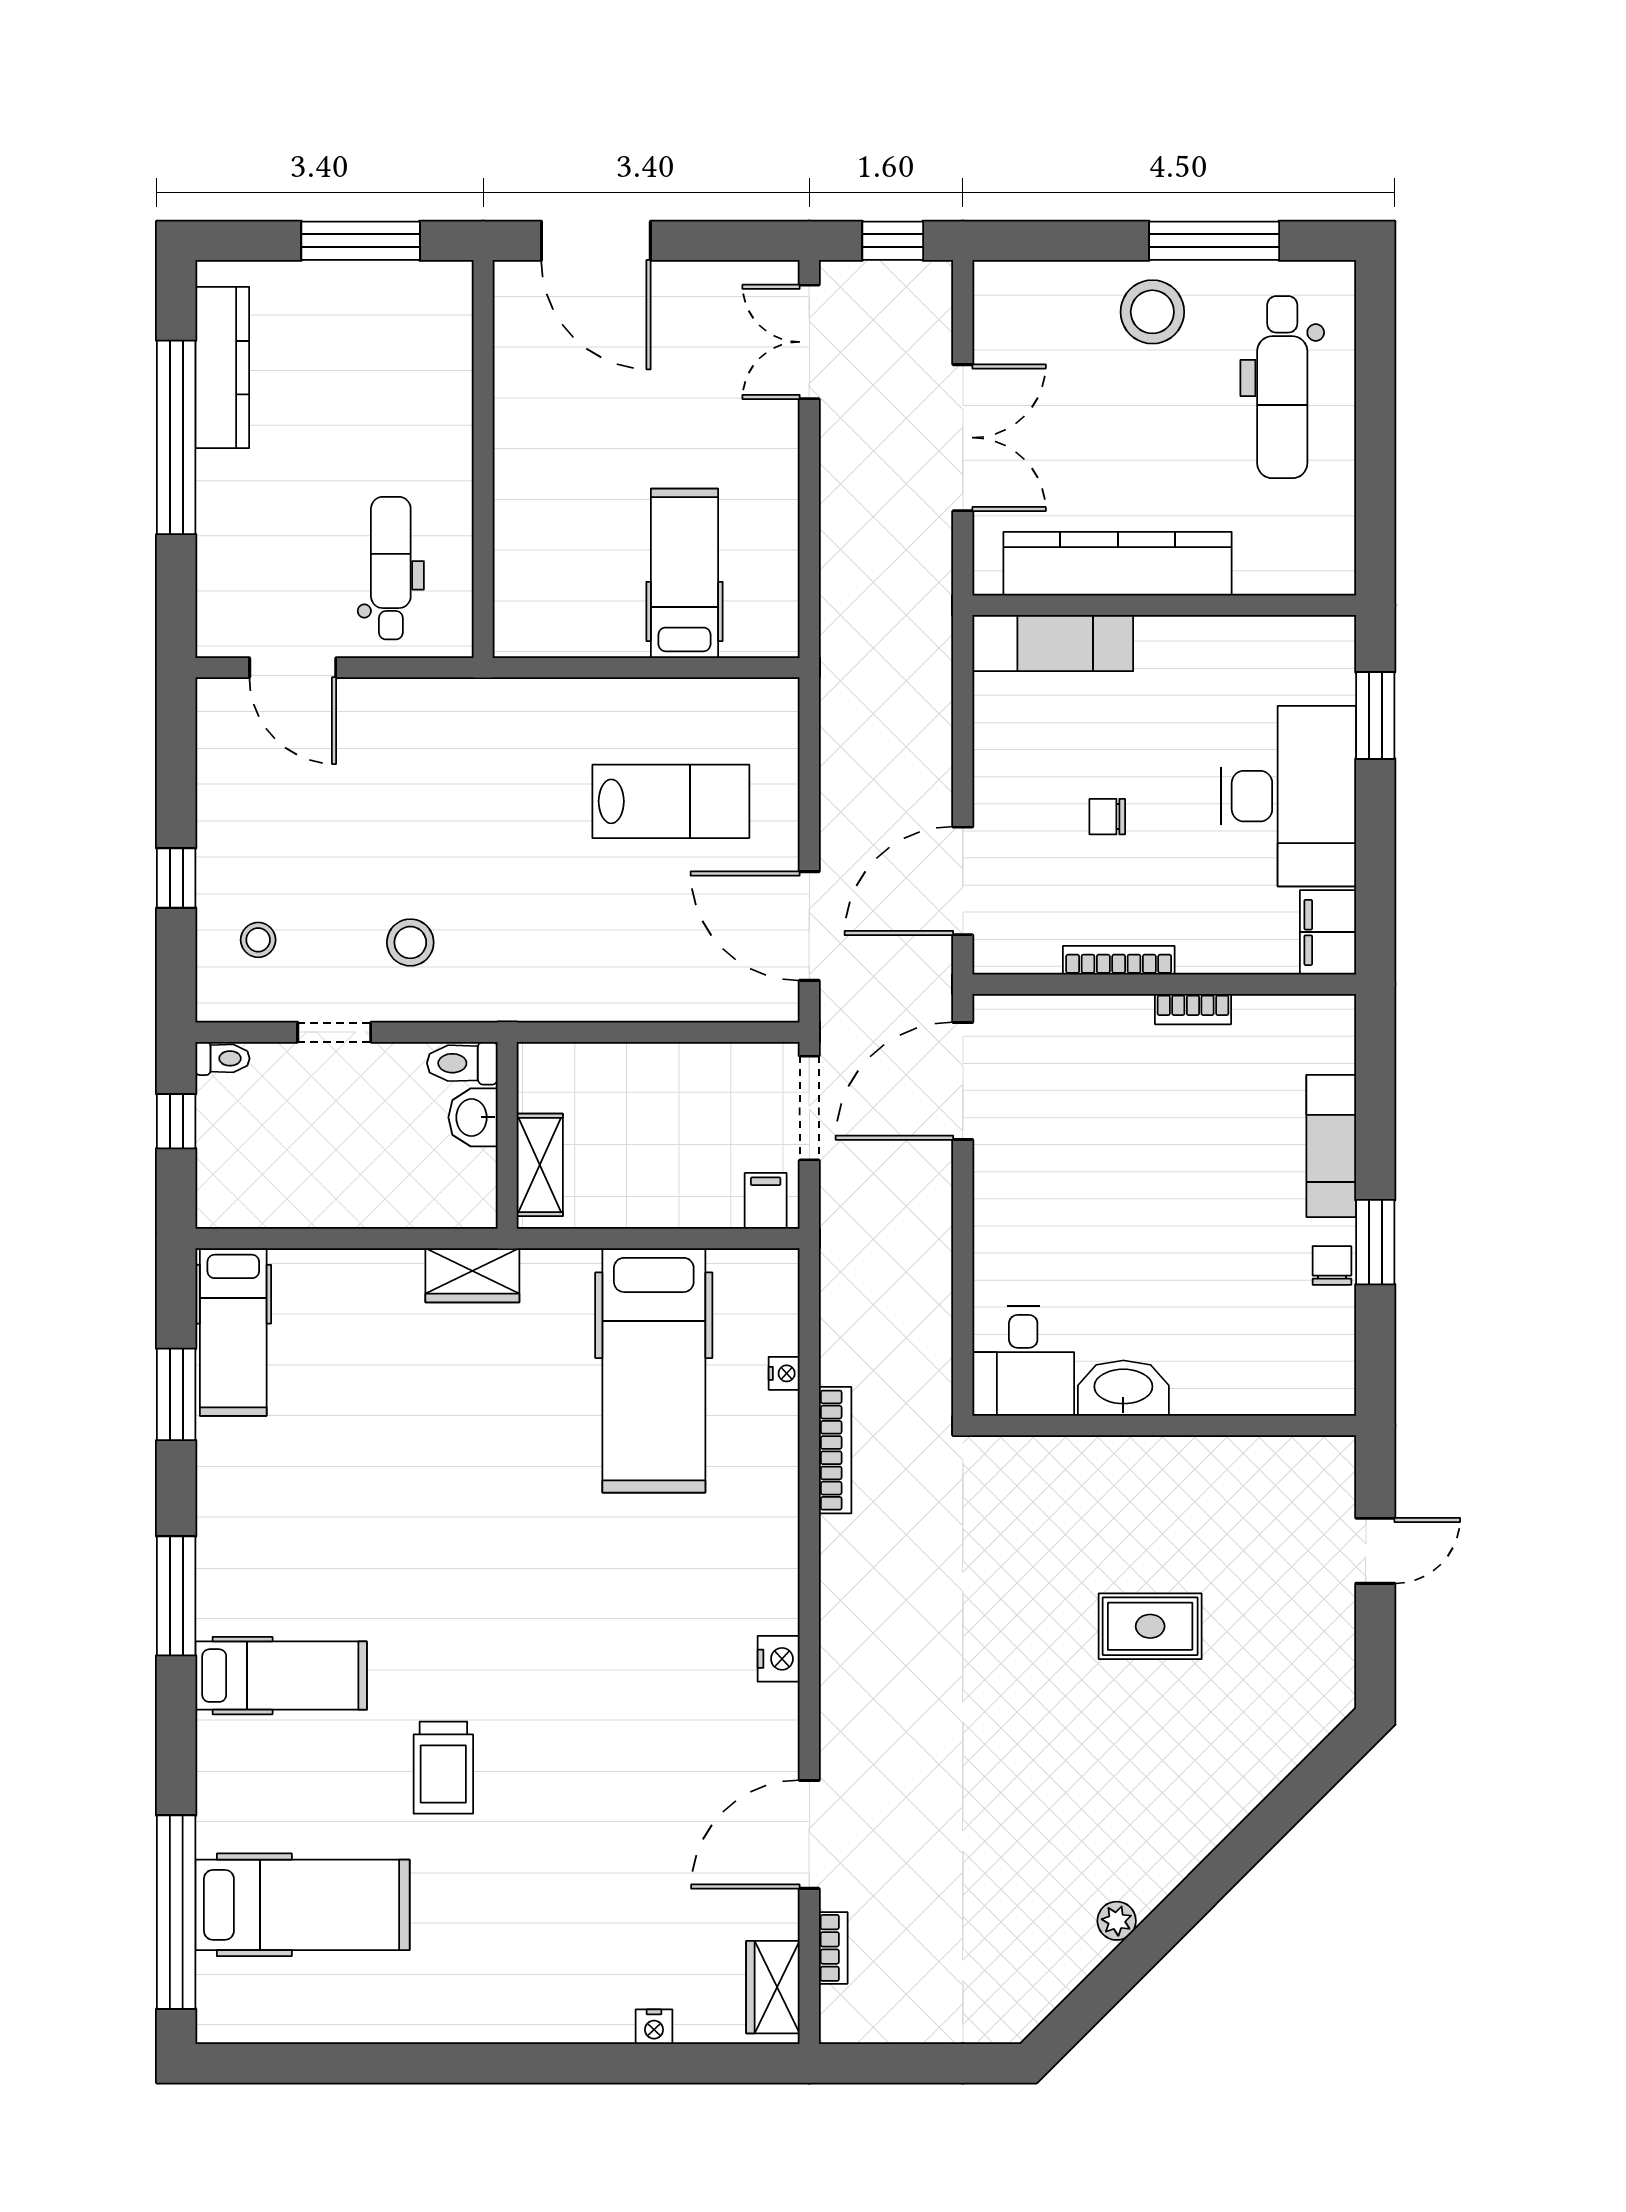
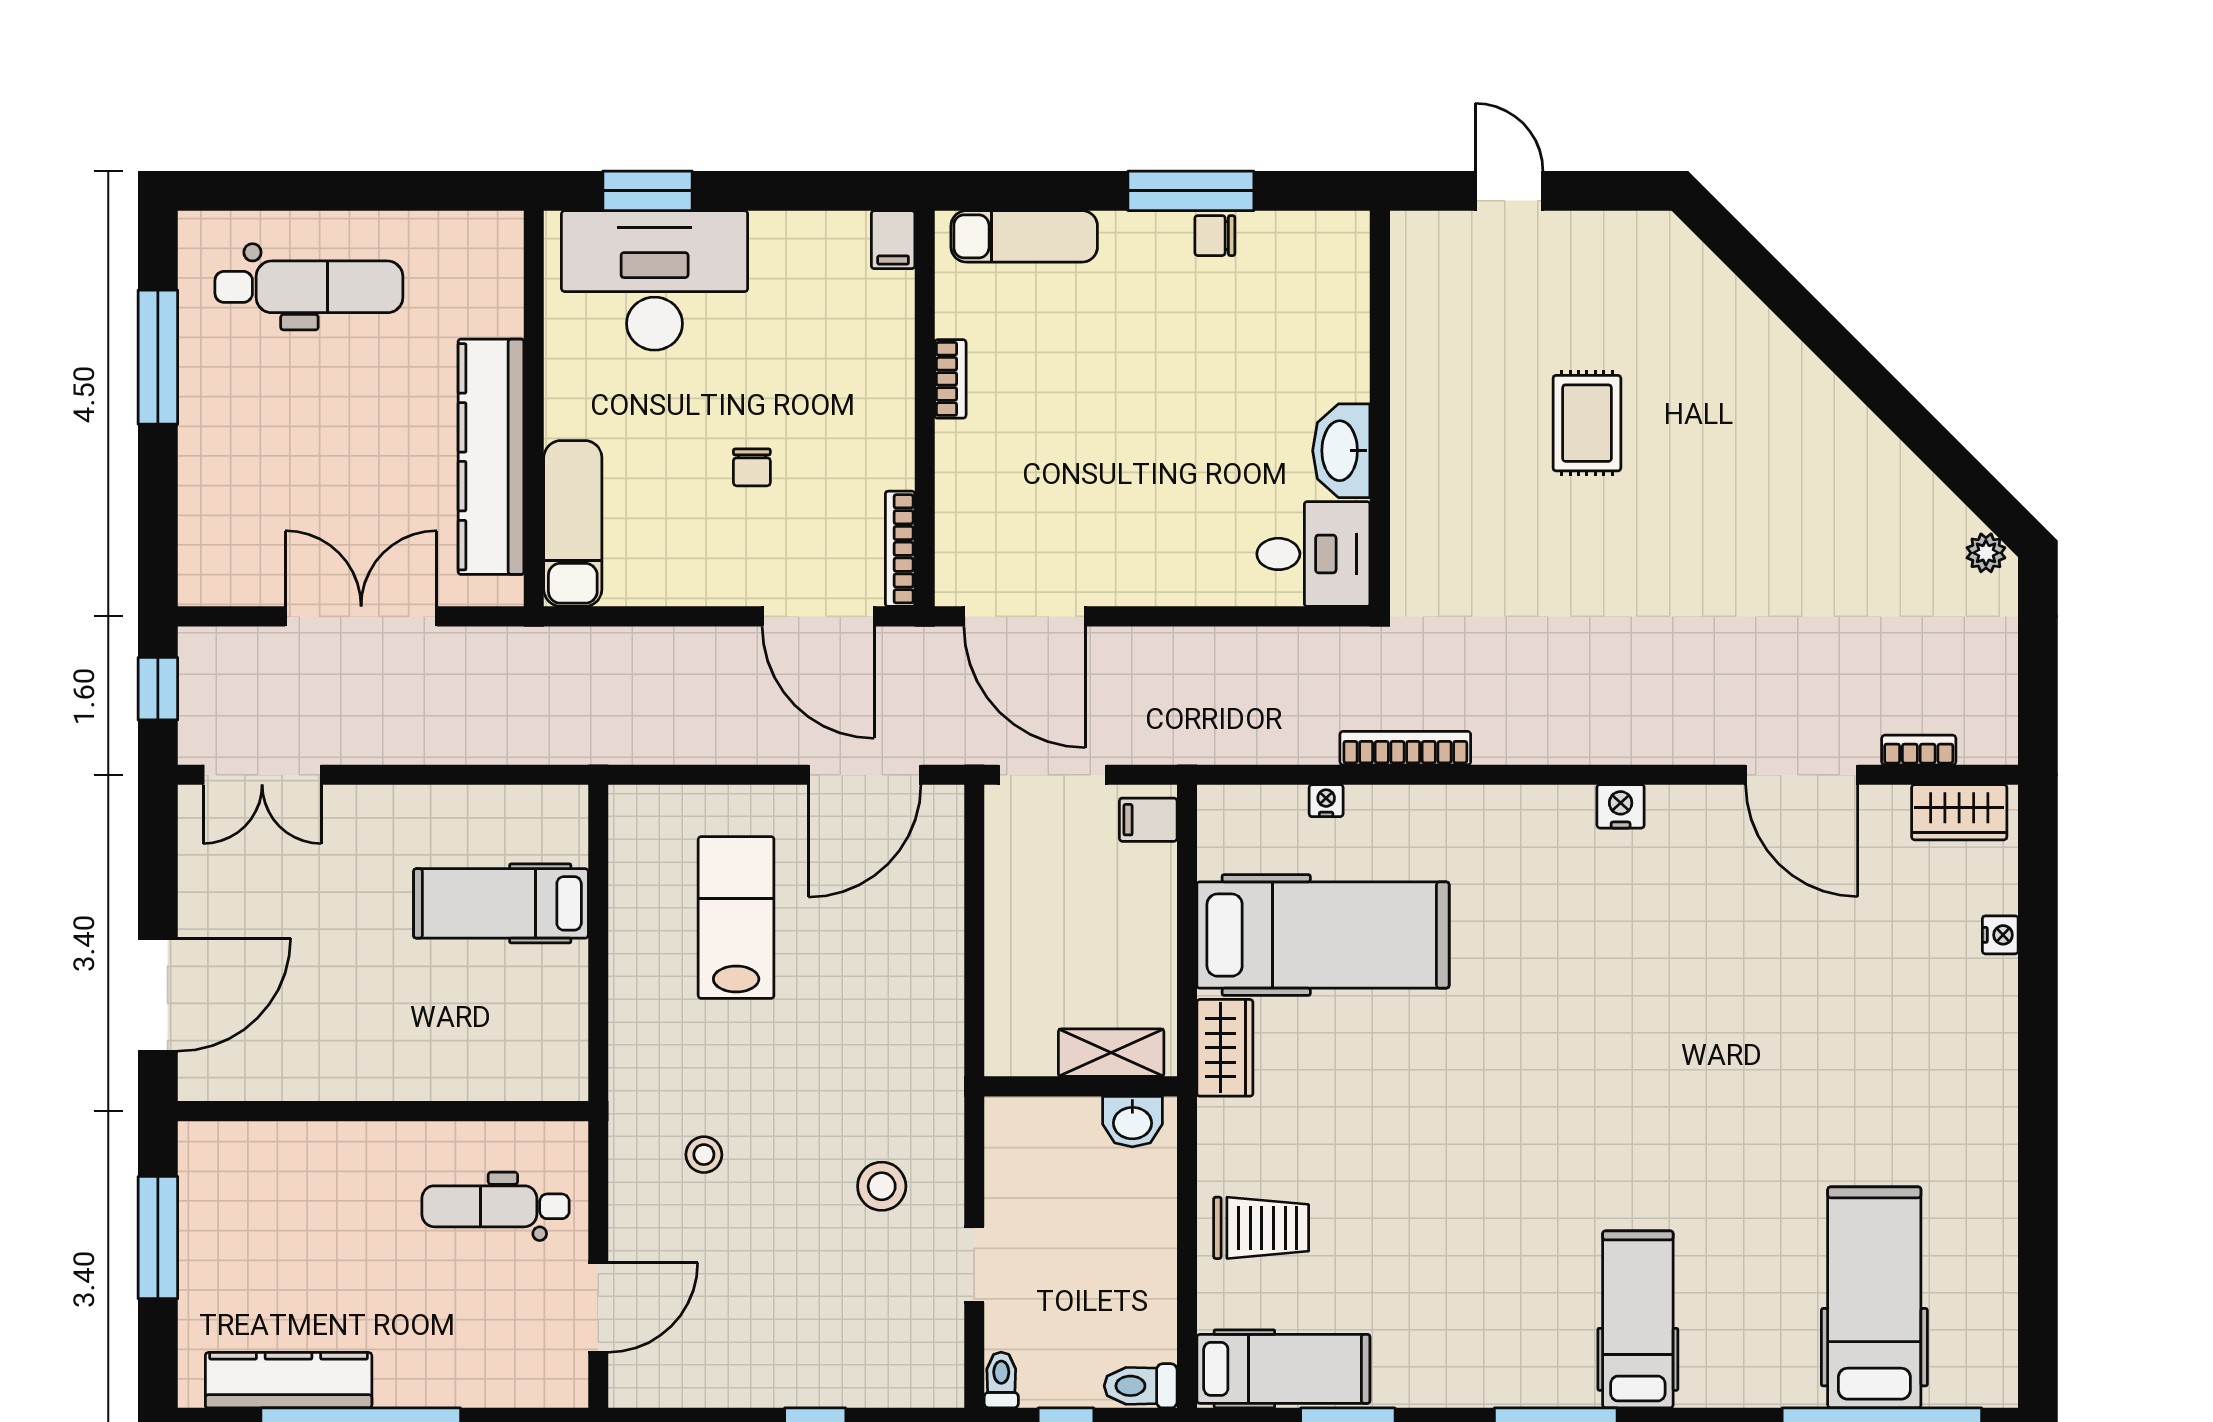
stool: (1152, 312) -> (231, 421), removed
desk: (1288, 796) -> (655, 280), moved
filing cabinet: (1328, 932) -> (893, 240), width x0.50
stool: (258, 940) -> (704, 1155), moved
bookcase: (1119, 960) -> (900, 549), moved
toilet: (462, 1063) -> (1141, 1386), moved, turned 90
washbasin: (473, 1117) -> (1132, 1122), moved
exam couch: (1331, 1146) -> (1024, 236), moved
window: (1375, 1242) -> (1191, 191), width x1.44
wardrobe: (472, 1275) -> (1225, 1048), moved
trolley: (443, 1768) -> (1261, 1228), moved
plant: (1117, 1921) -> (1986, 553), moved

